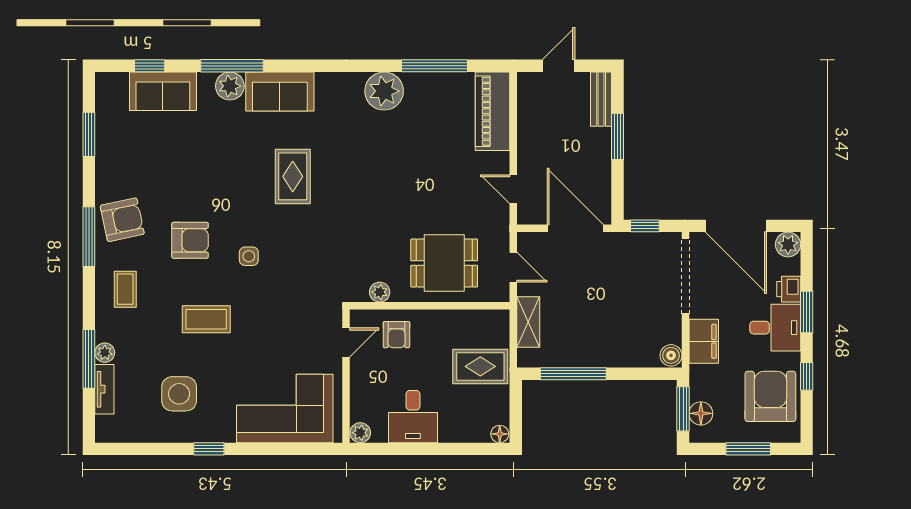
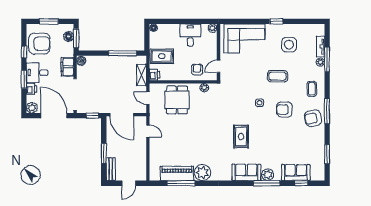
piano: (493, 111) -> (177, 173), moved, turned -90
dining table: (444, 263) -> (177, 100), turned 90
printer: (498, 323) -> (154, 75), added
armchair: (770, 396) -> (39, 44), turned -90

